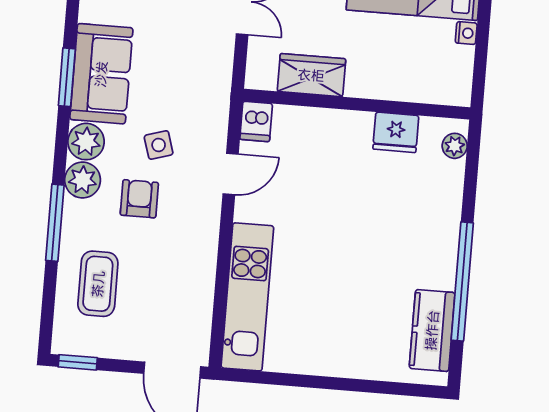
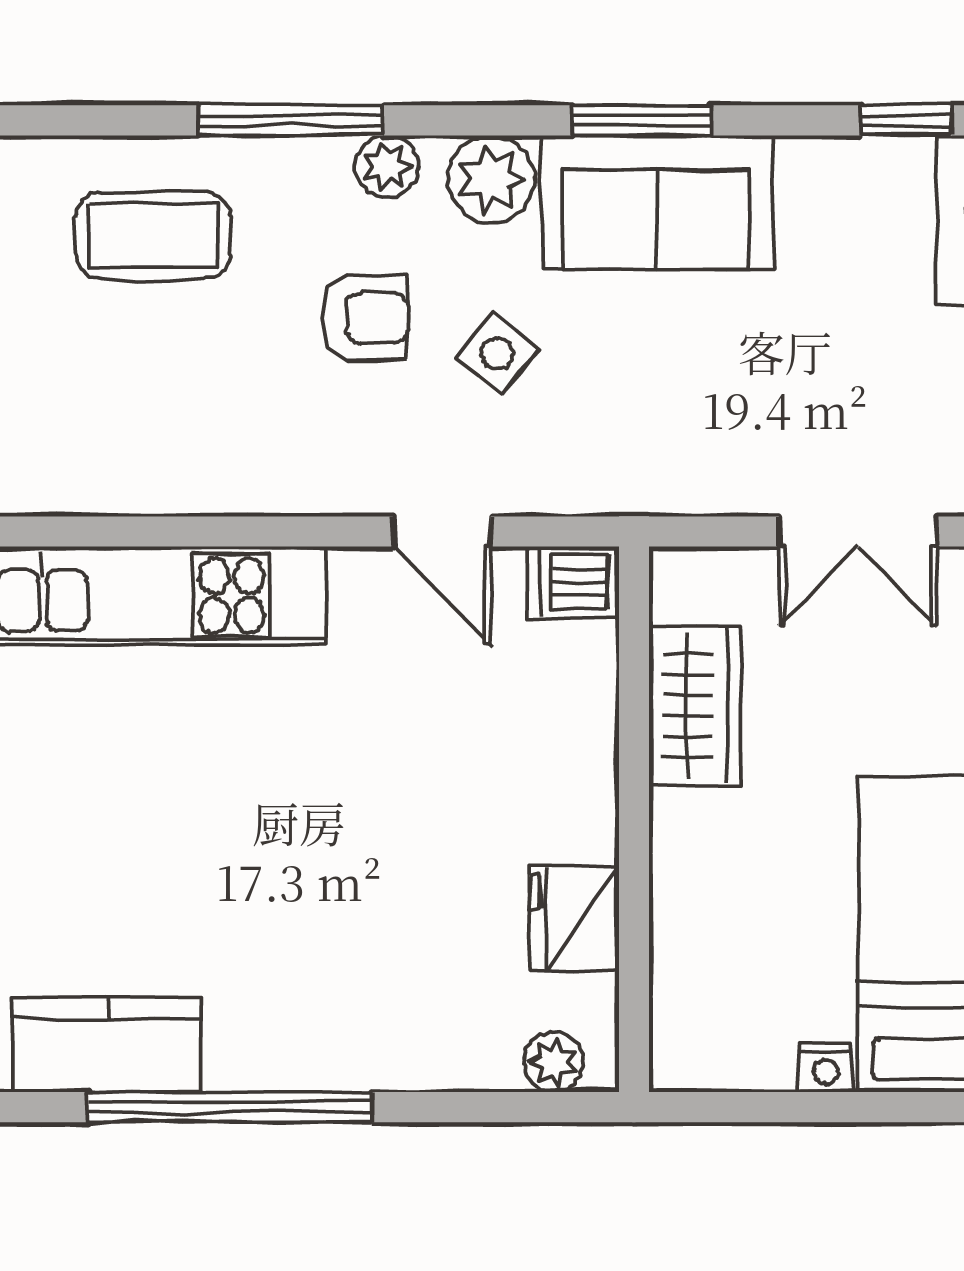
side table: (159, 145) -> (497, 353), turned -34
plant: (83, 180) -> (387, 167), width x0.73, depth x0.73

